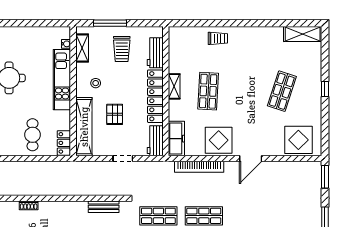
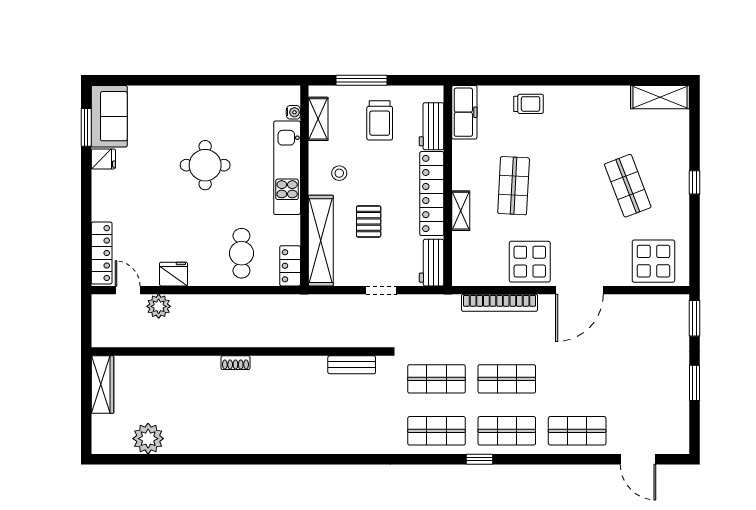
shelving: (174, 86) -> (461, 211), moved
shop shelf: (282, 91) -> (628, 186), turned -39
freezer: (176, 139) -> (464, 112), moved
door: (251, 159) -> (579, 290), width x1.36

